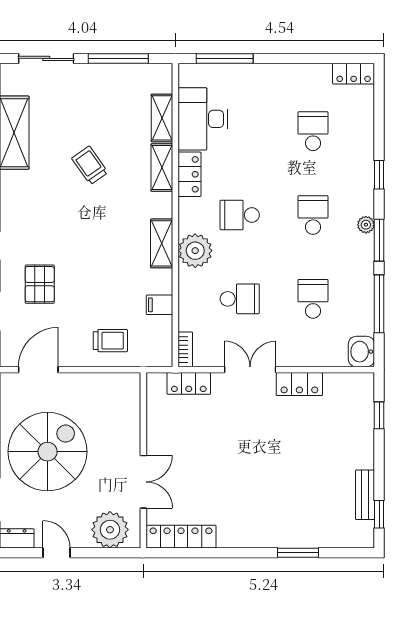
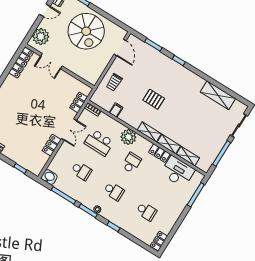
trolley: (90, 165) -> (187, 117), removed
shelving: (162, 243) -> (149, 132), moved
pallet: (40, 284) -> (154, 99), moved
school desk: (240, 299) -> (99, 143), width x1.85

